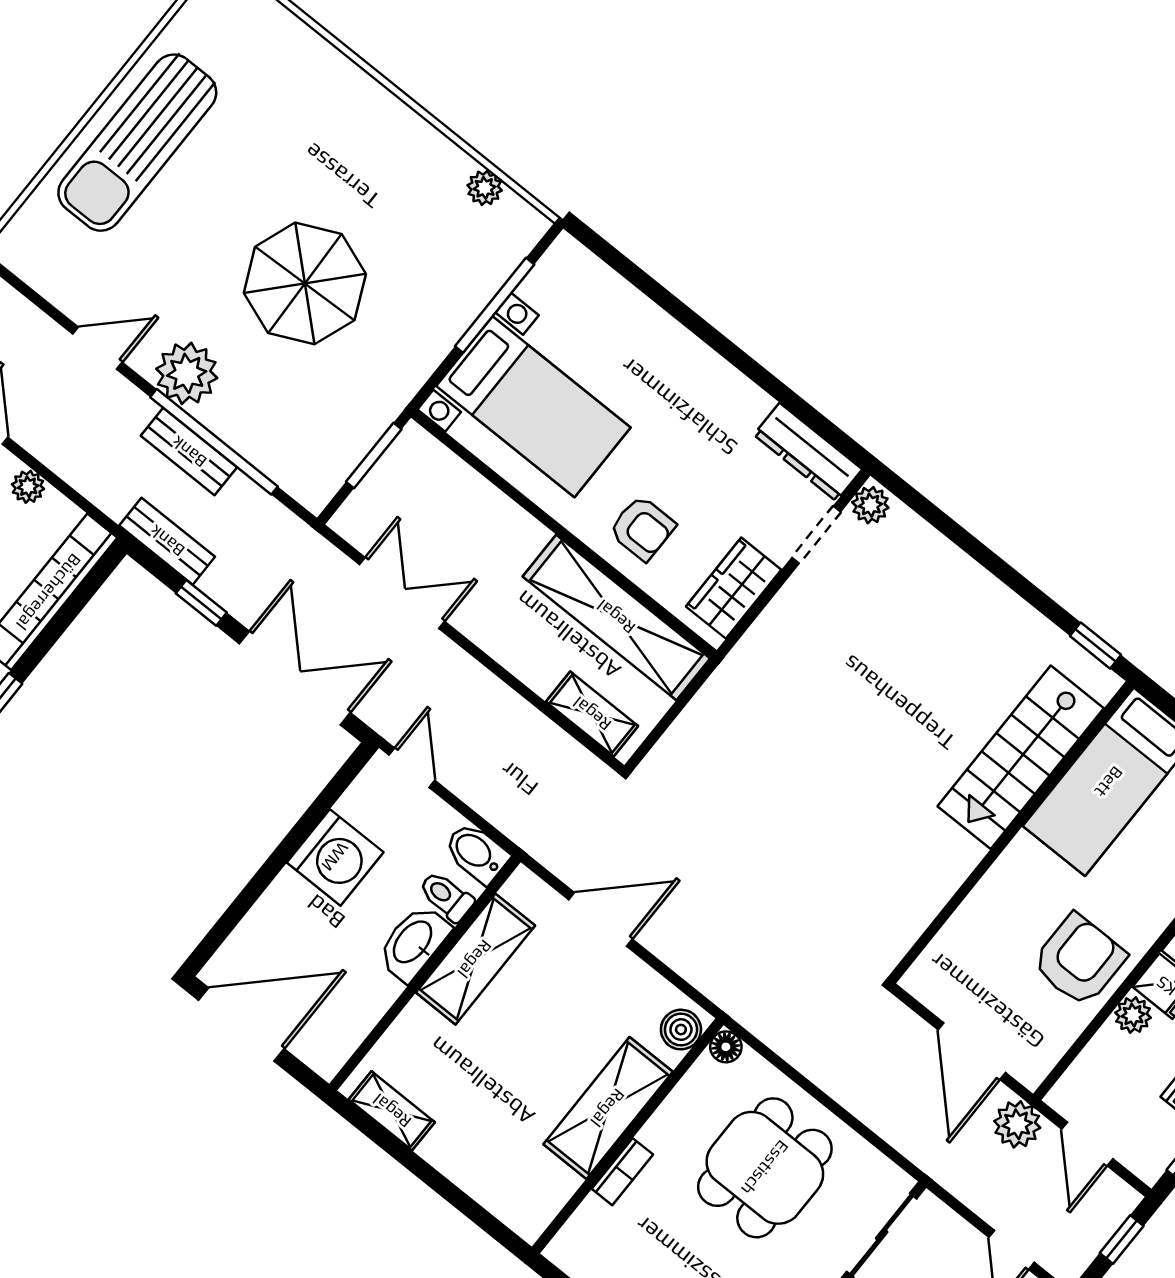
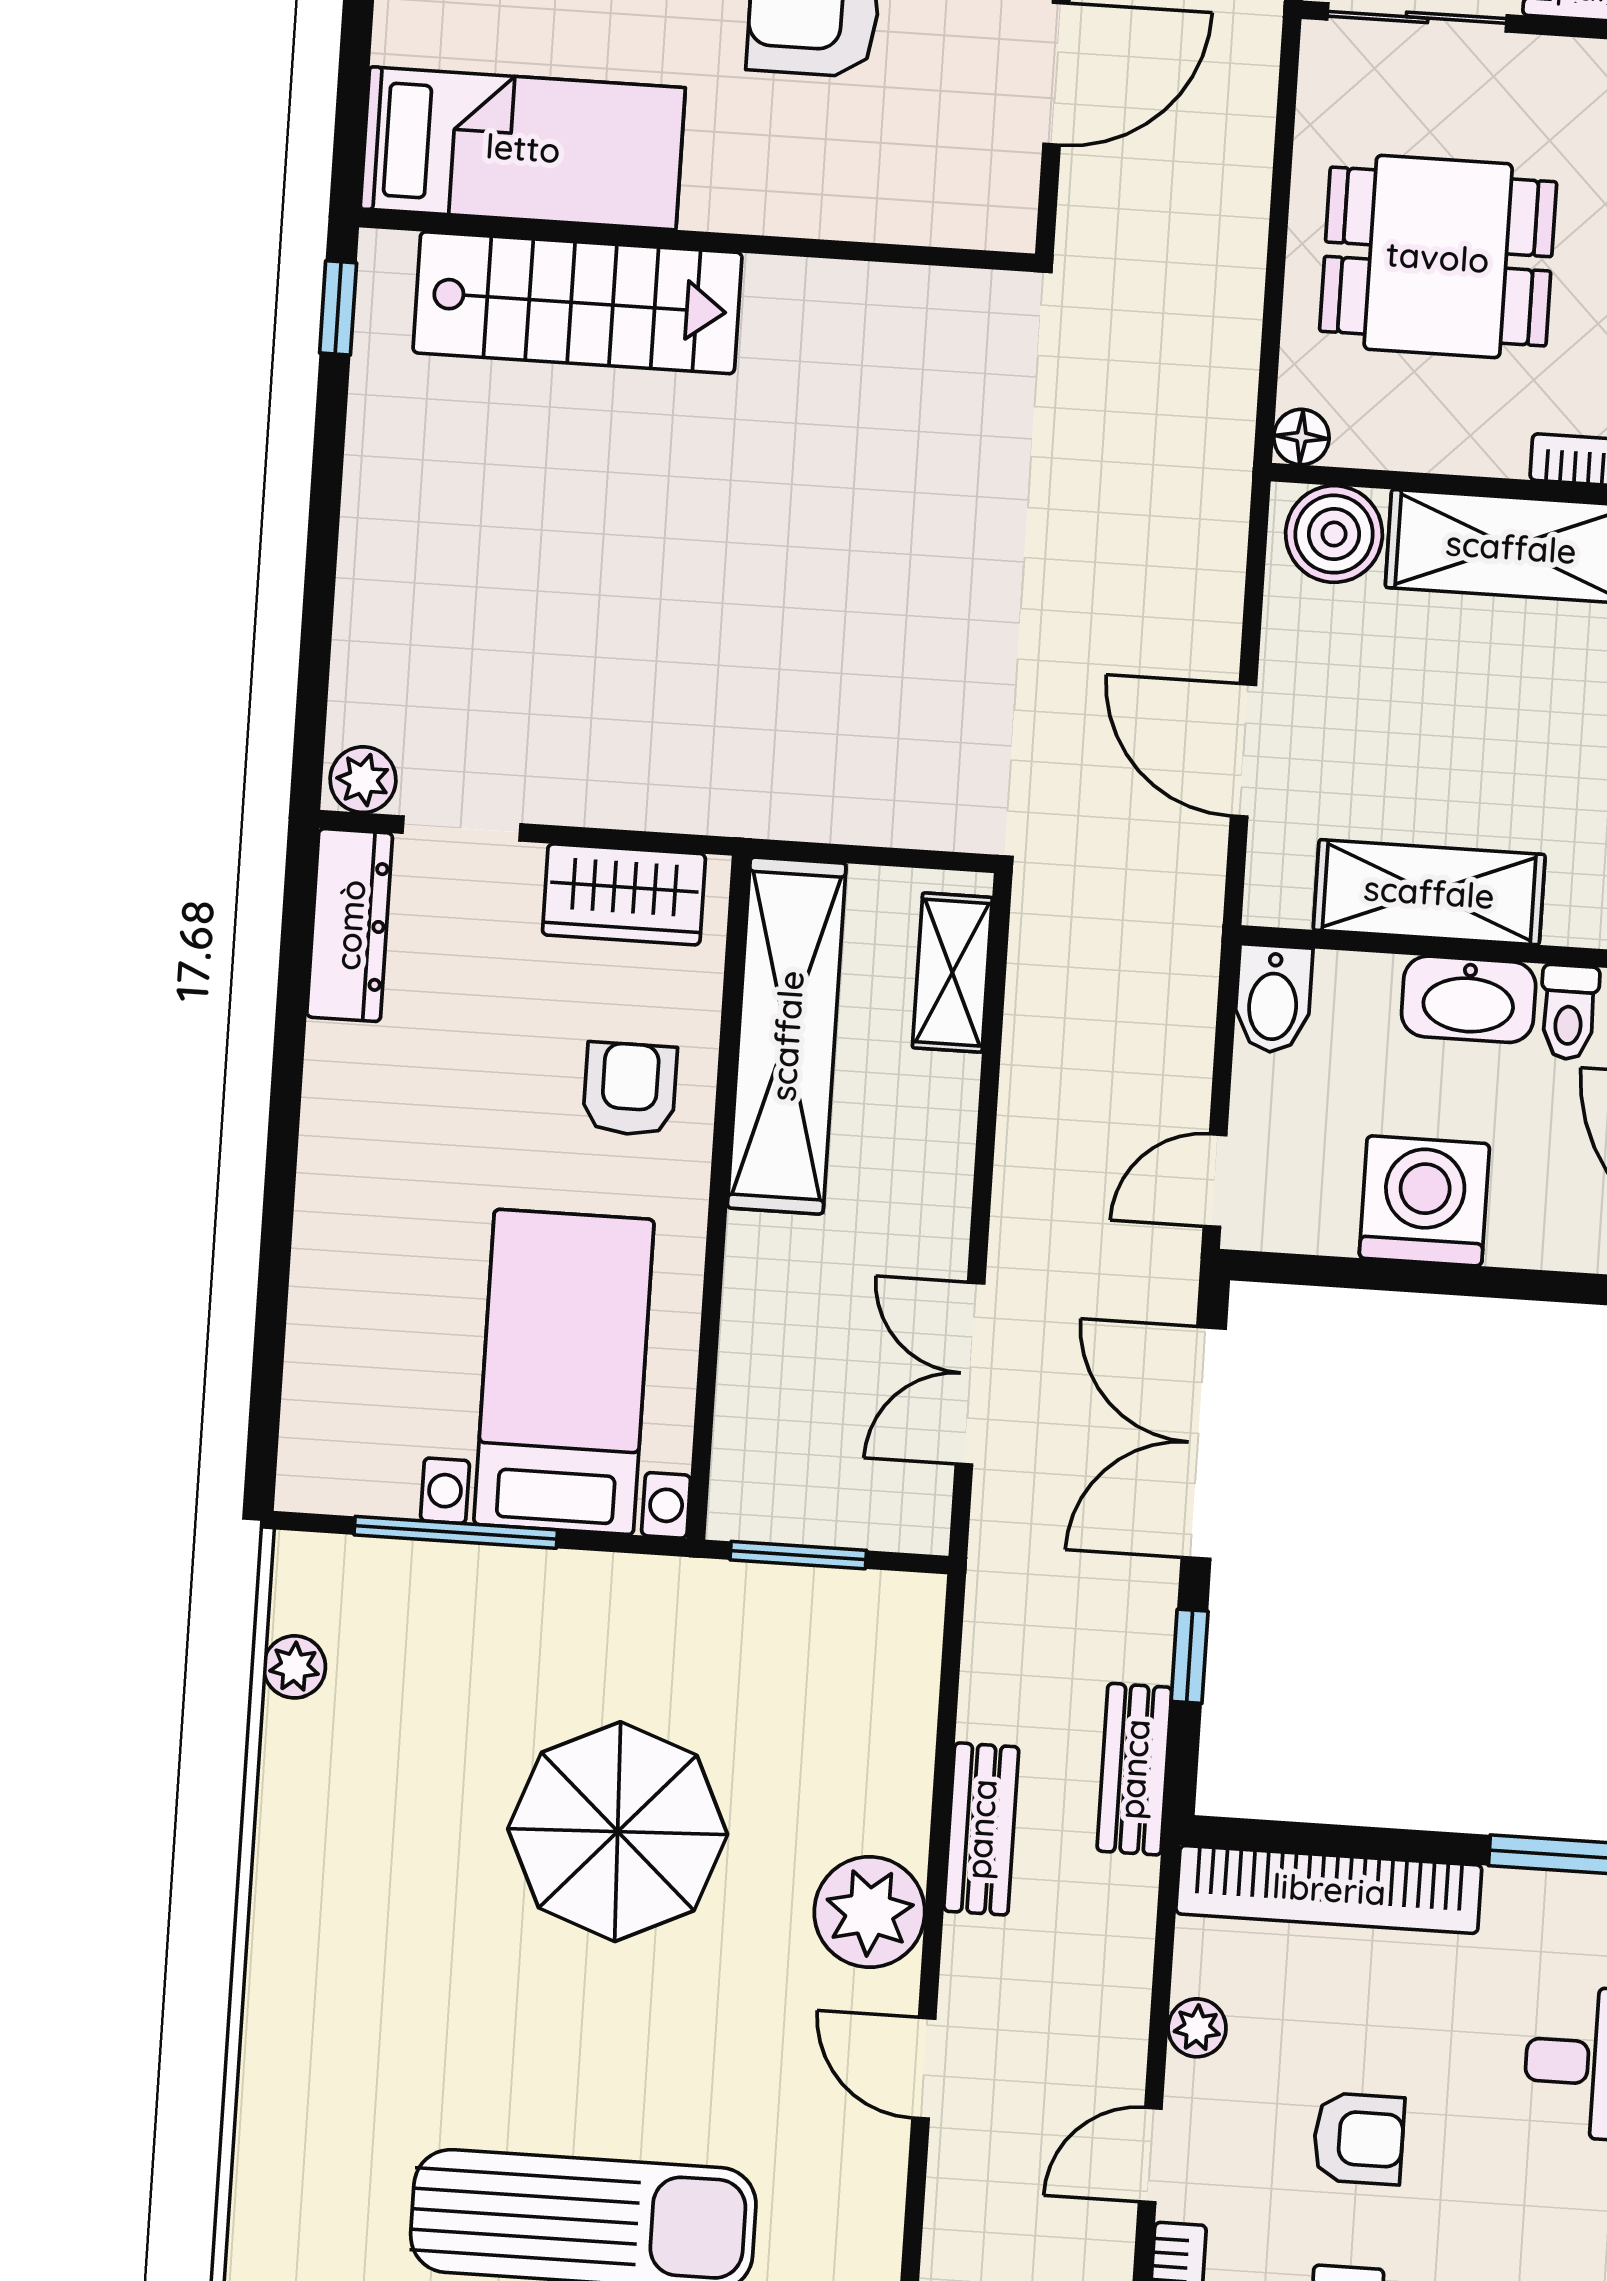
window: (214, 442) -> (942, 1802), removed
toilet: (446, 896) -> (1569, 1012), moved
boiler: (681, 1030) -> (1334, 534), width x1.36, depth x1.36

